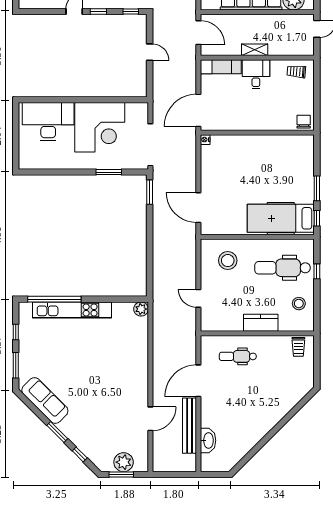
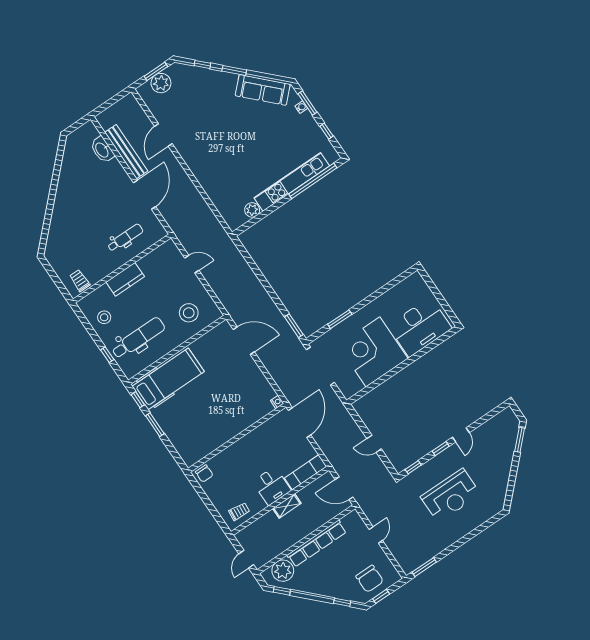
plant: (141, 309) -> (252, 210), moved
water cooler: (23, 365) -> (301, 107), added

